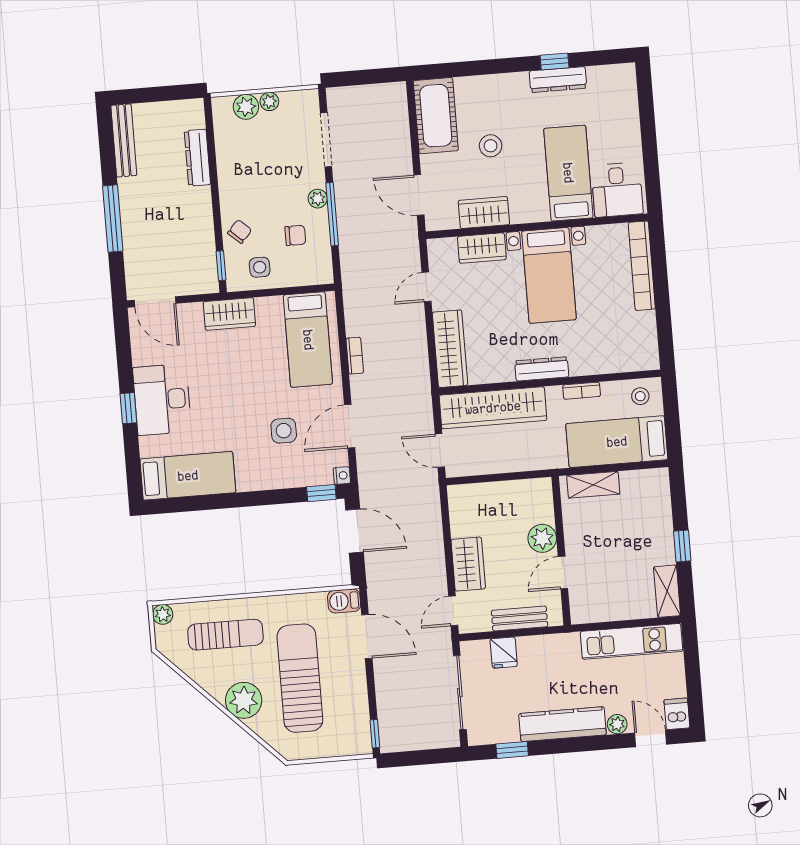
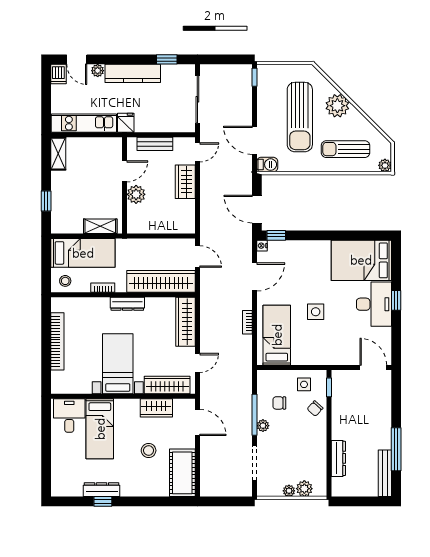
window: (113, 219) -> (396, 449), moved
wardrobe: (482, 248) -> (167, 385), width x1.50
bookcase: (642, 266) -> (57, 341), moved
wardrobe: (229, 314) -> (326, 356), removed
side table: (284, 431) -> (316, 312), moved
bed: (188, 476) -> (361, 260), width x1.50
window: (682, 546) -> (46, 201), moved
fridge: (504, 653) -> (126, 123), moved

